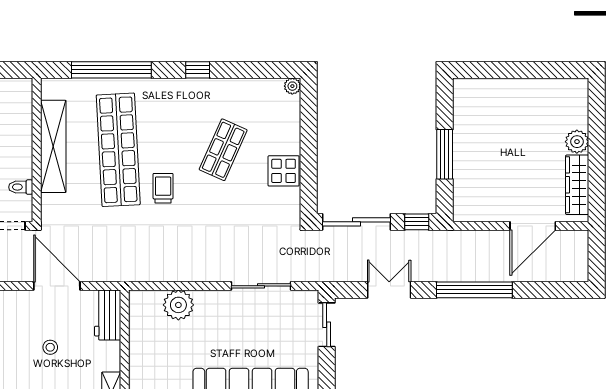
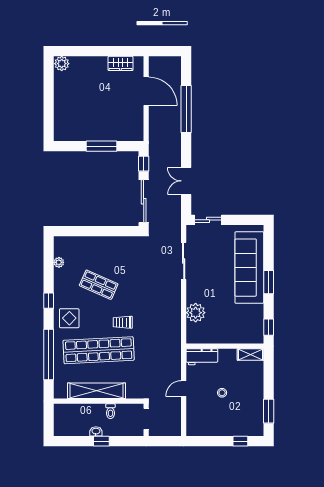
plant: (292, 86) -> (59, 262), moved
plant: (577, 142) -> (62, 64), moved
display table: (284, 171) -> (69, 318), moved
wardrobe: (577, 185) -> (120, 63), width x0.67
toilet: (21, 187) -> (110, 411), moved
door: (57, 286) -> (184, 389), width x0.53
window: (474, 290) -> (186, 109), moved

